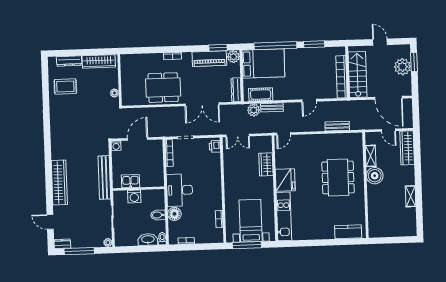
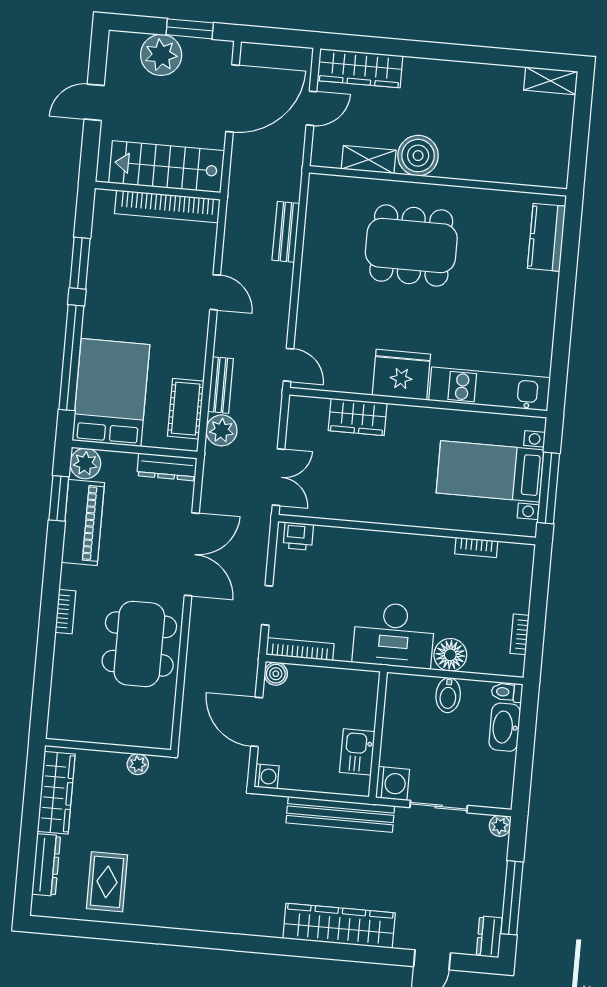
window: (414, 62) -> (190, 29), moved
boiler: (158, 144) -> (276, 674), added
washing machine: (134, 196) -> (393, 783), moved
shelving: (411, 196) -> (551, 81), moved

